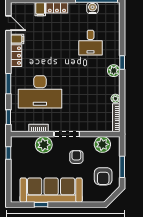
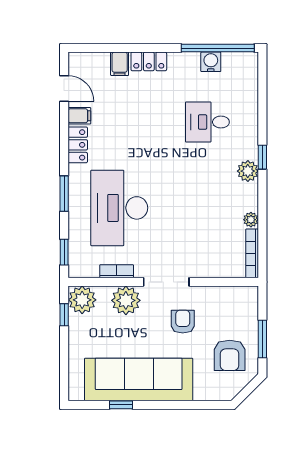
desk: (91, 43) -> (207, 122), turned 90
desk: (40, 92) -> (119, 208), turned 90
plant: (102, 144) -> (82, 300), moved

